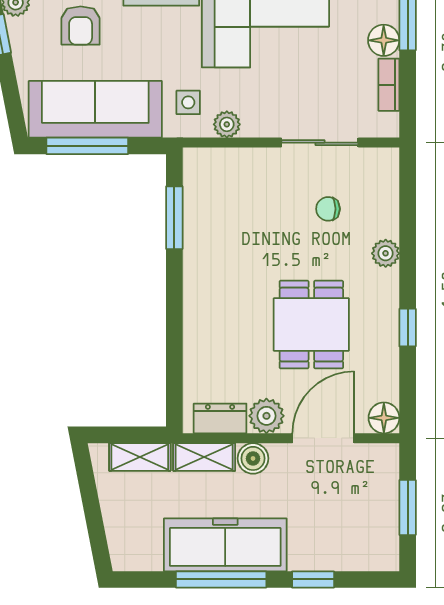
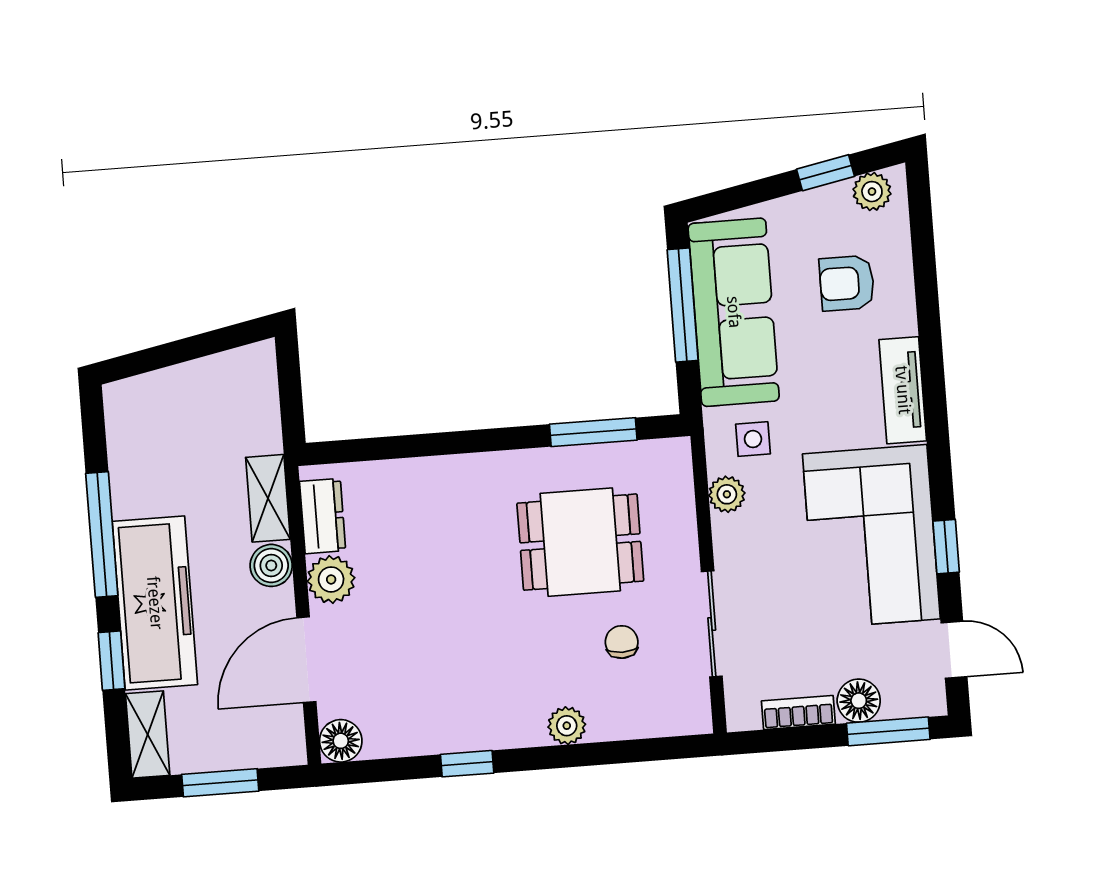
dining table: (311, 325) -> (580, 542), moved
door: (323, 438) -> (306, 660), swing flipped
shelving: (140, 457) -> (148, 735), moved
freezer: (225, 545) -> (155, 603), moved

